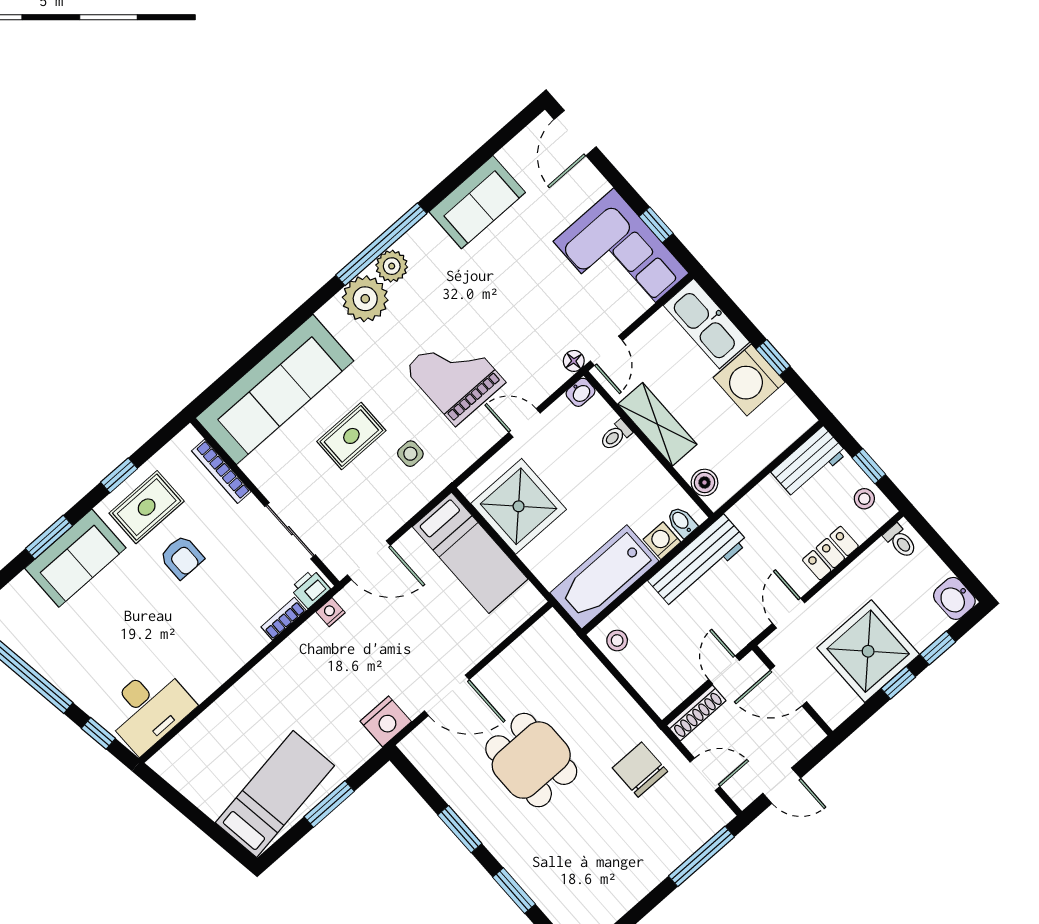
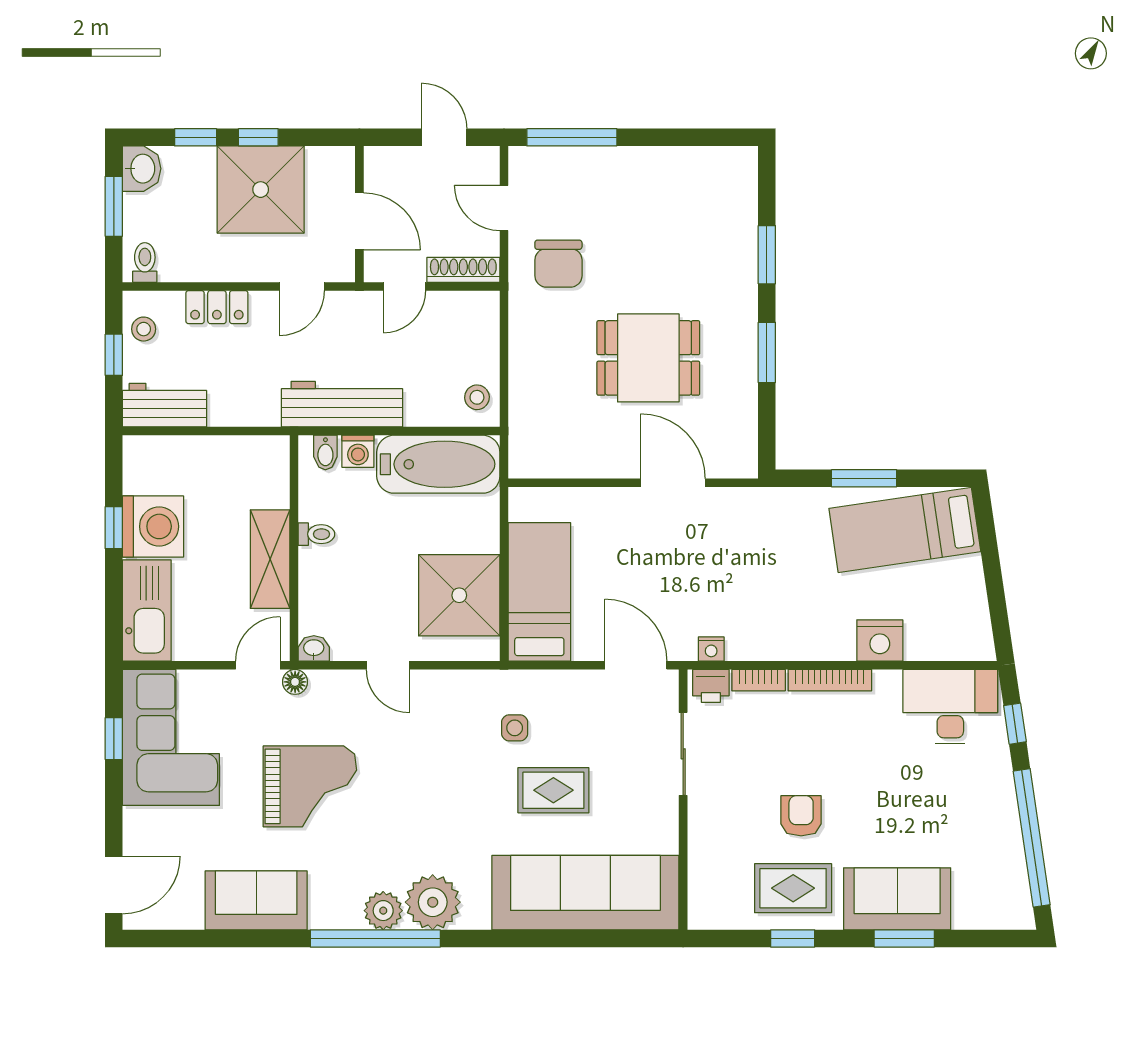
grand piano: (455, 375) -> (310, 786), moved, turned -90
toilet: (616, 435) -> (316, 534), moved
bookcase: (221, 471) -> (830, 680), moved, turned 90
boiler: (705, 482) -> (274, 470), removed
window: (951, 559) -> (114, 206), added
nightstand: (386, 721) -> (880, 641), moved, turned 180
dining table: (531, 760) -> (648, 358), turned 90

